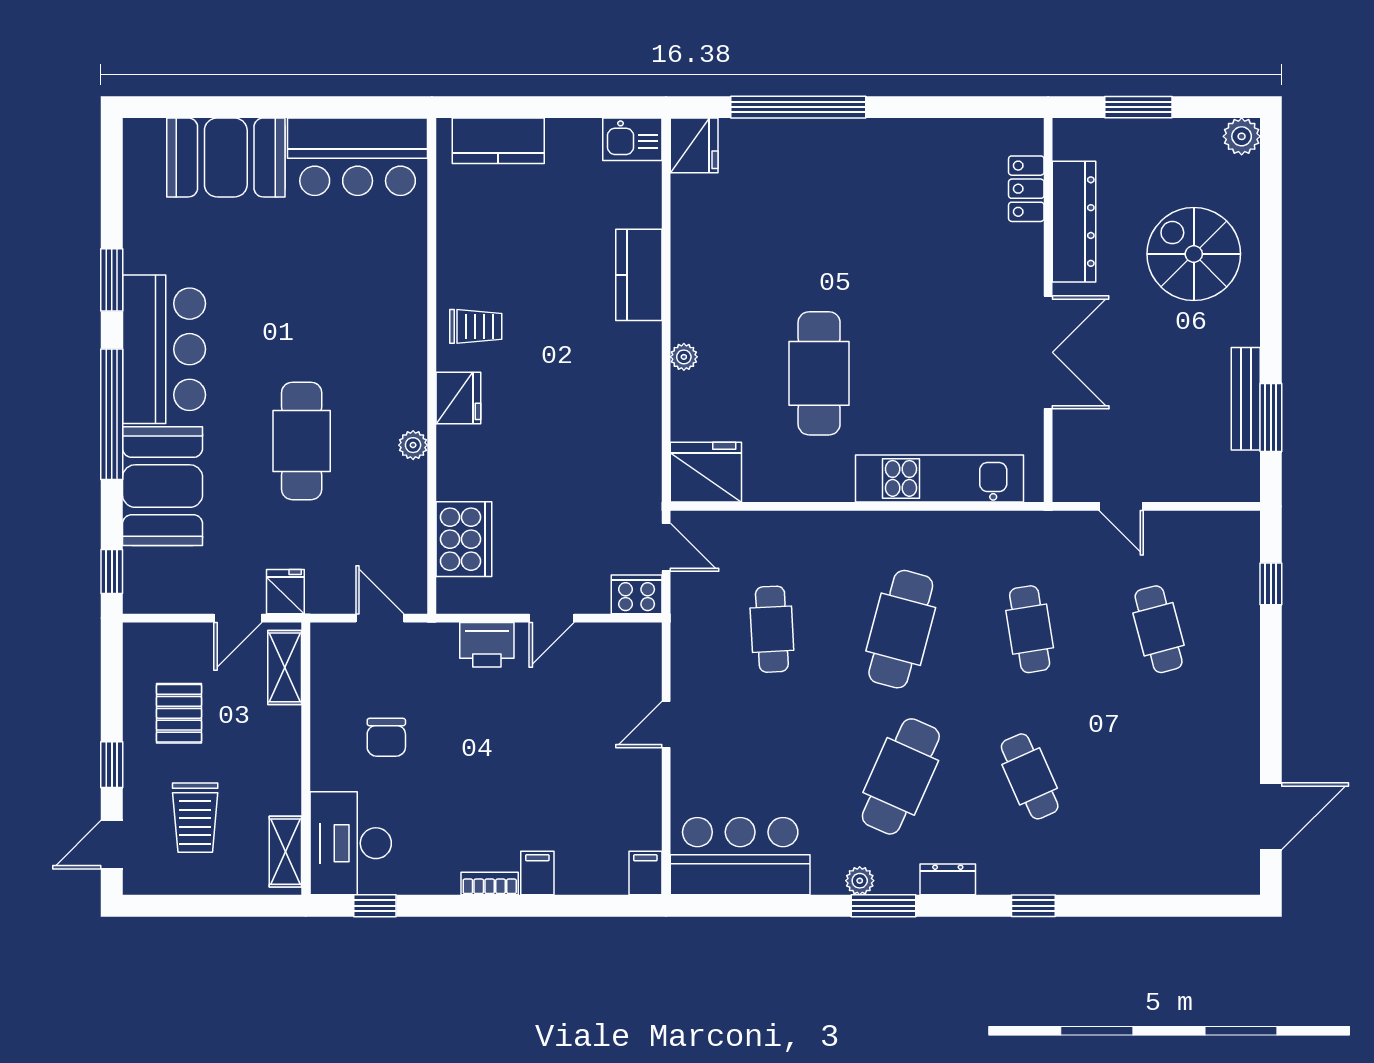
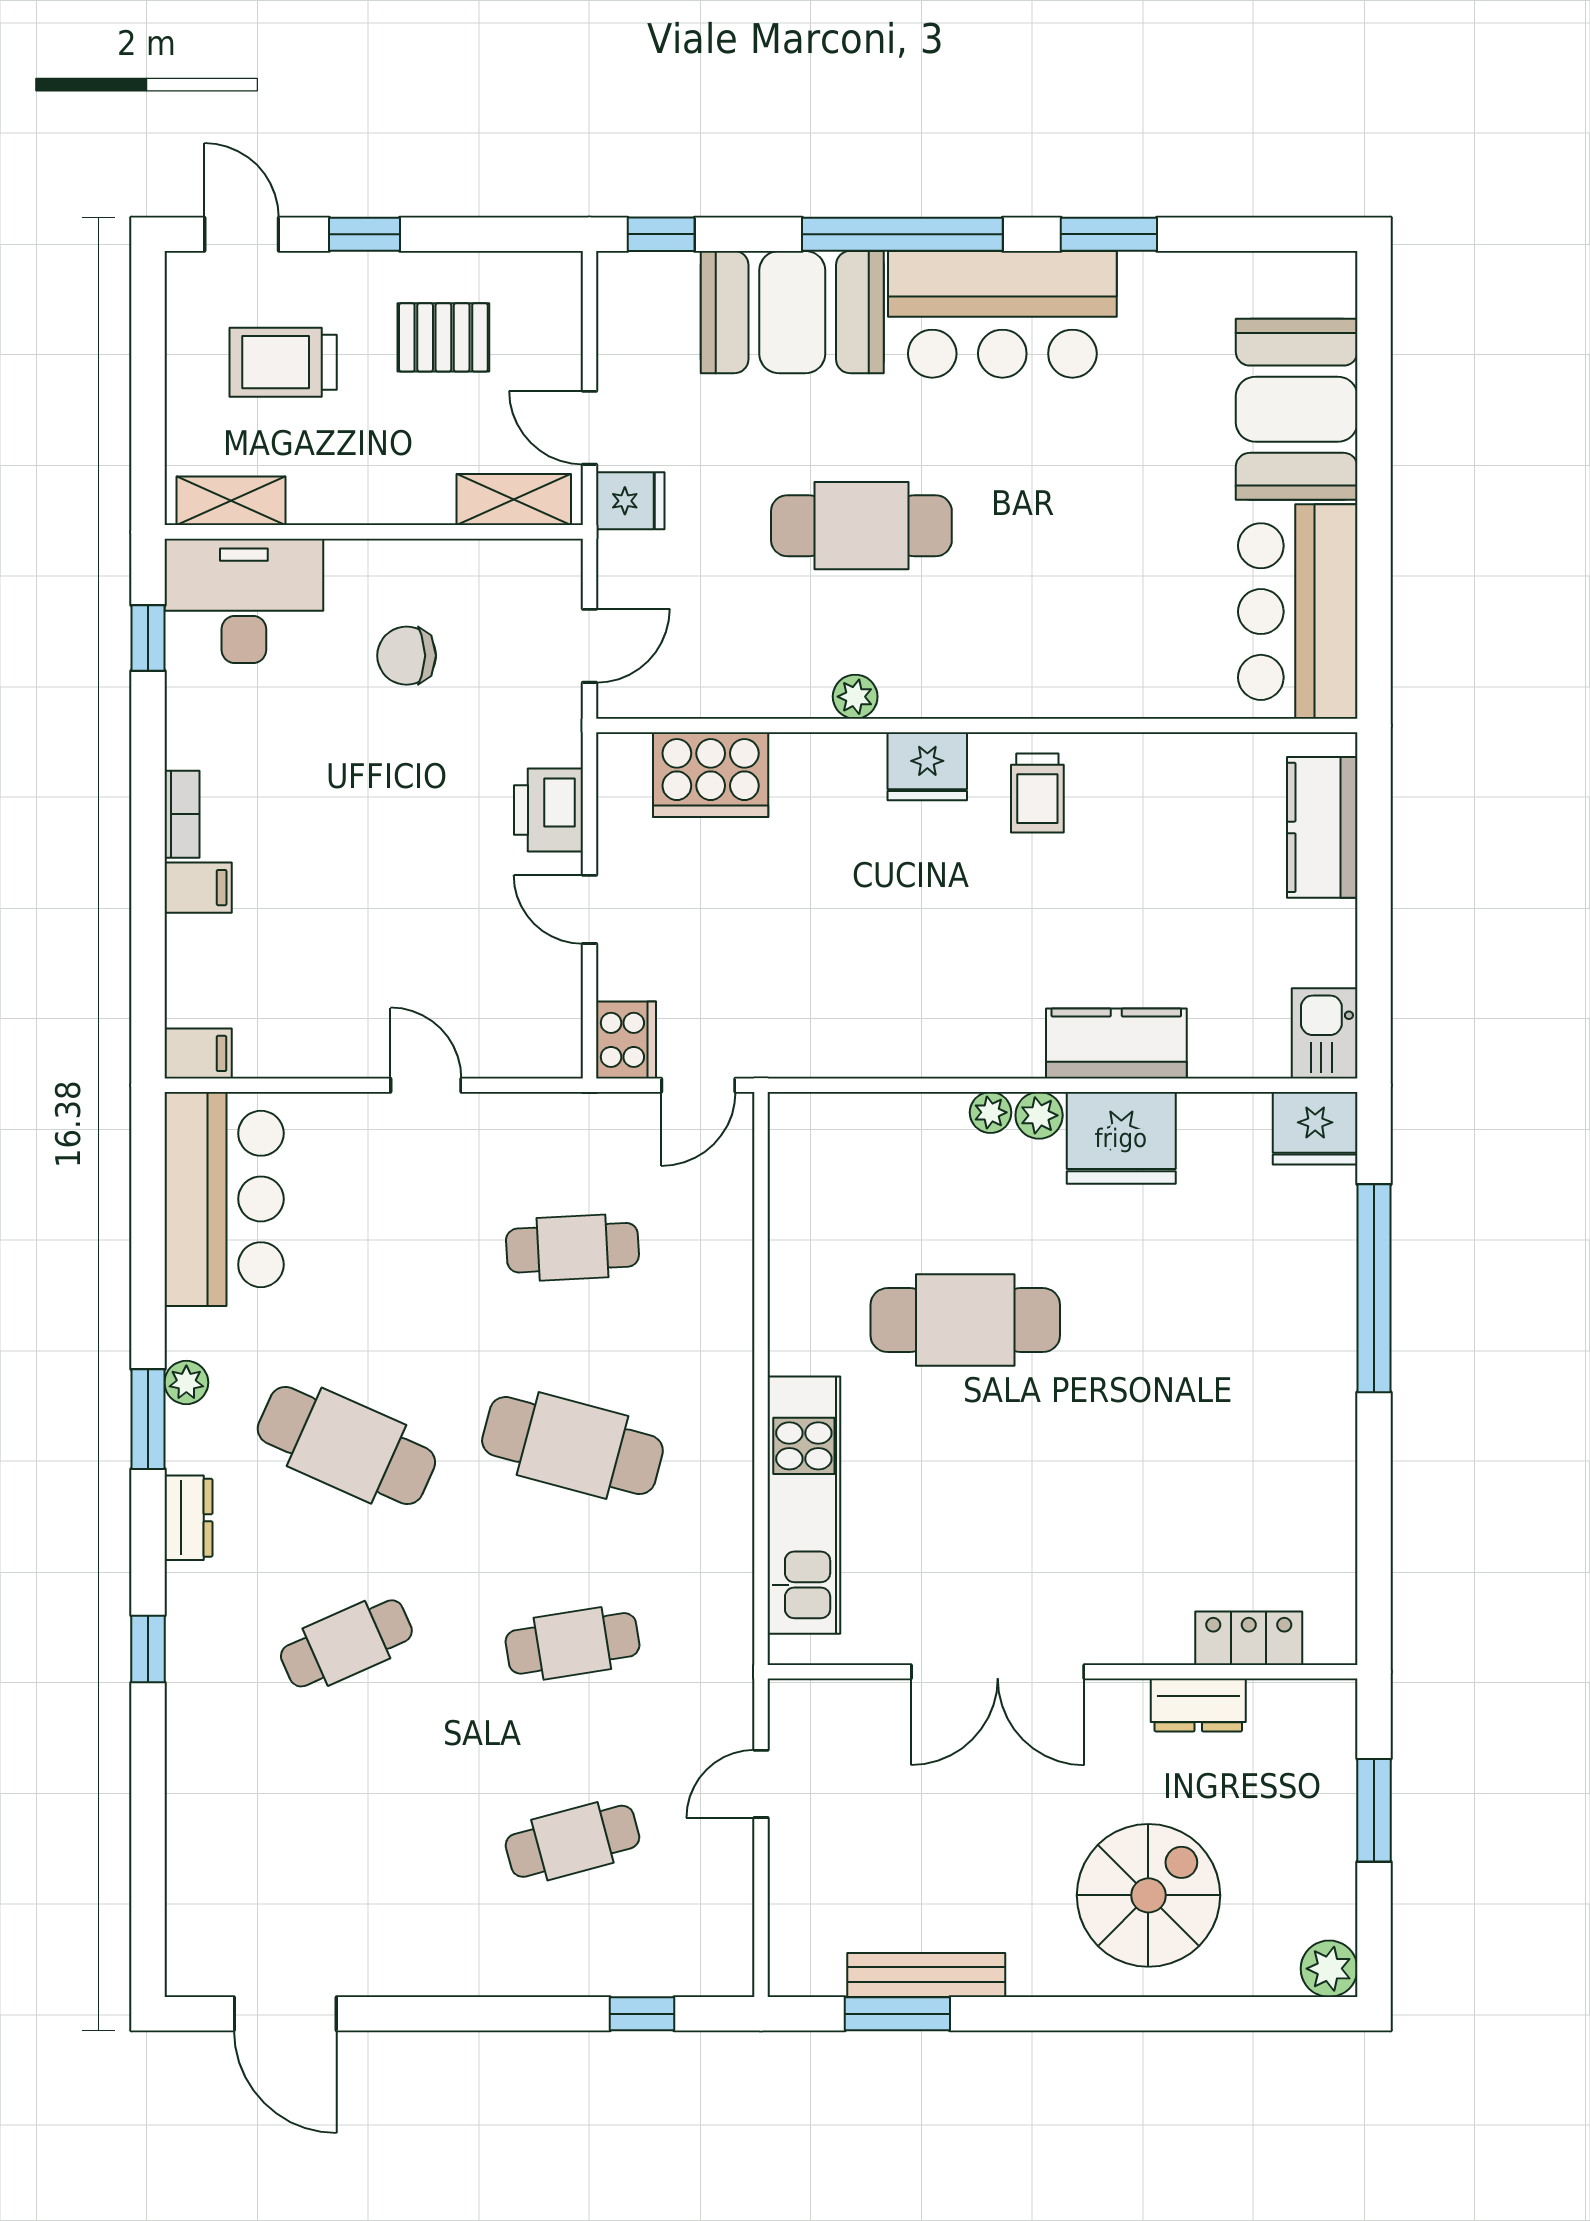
dresser: (1074, 222) -> (1198, 1705), width x0.51, depth x0.80
plant: (686, 325) -> (1039, 1115), added
fridge: (706, 472) -> (1121, 1138), moved, turned 90

